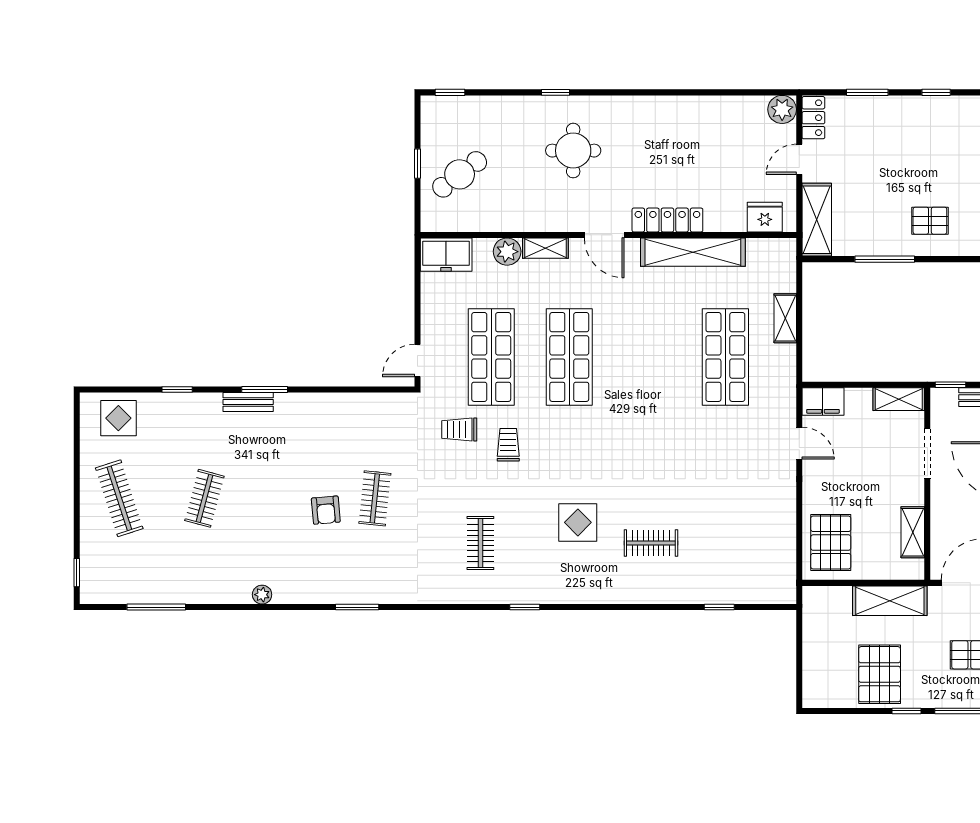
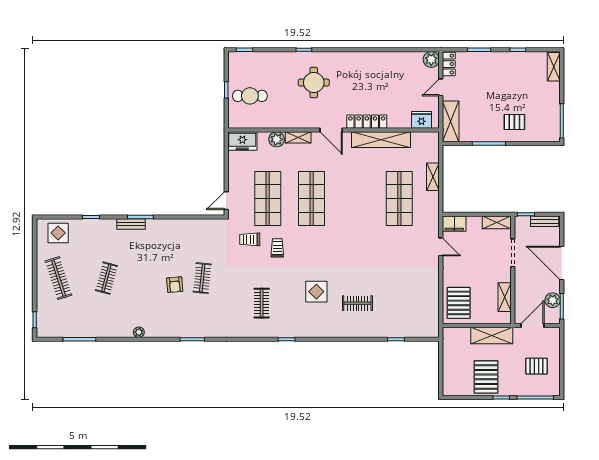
cafe table: (460, 174) -> (250, 96), turned 37

